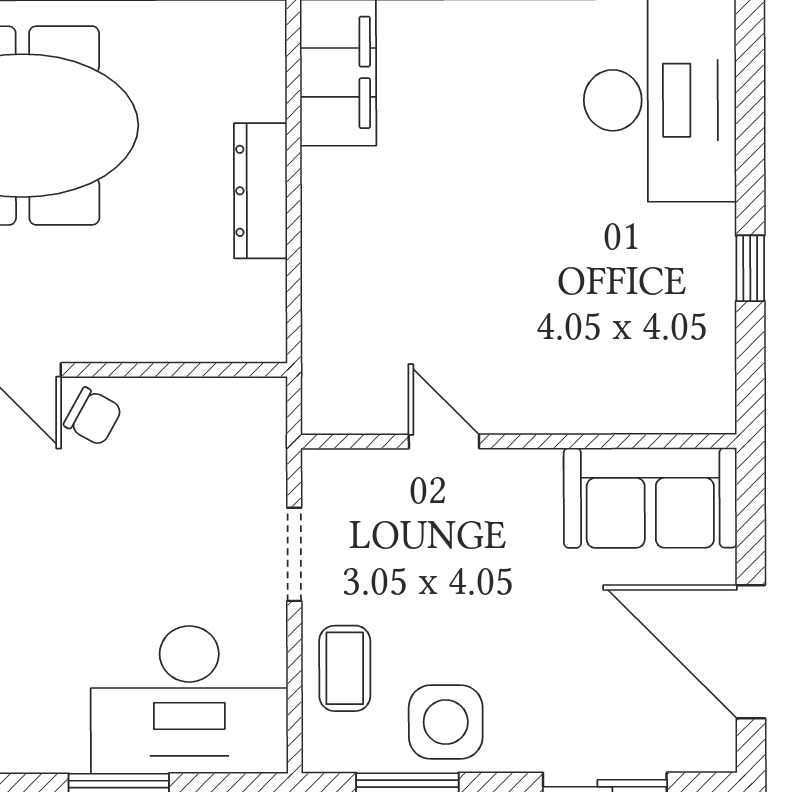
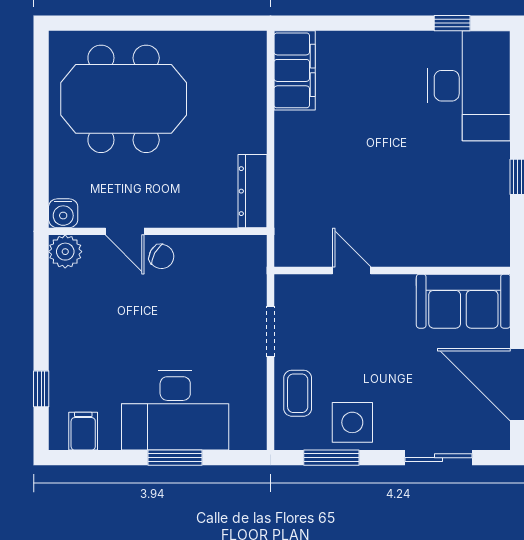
dresser: (261, 191) -> (252, 191), moved
desk: (189, 700) -> (175, 410), moved

